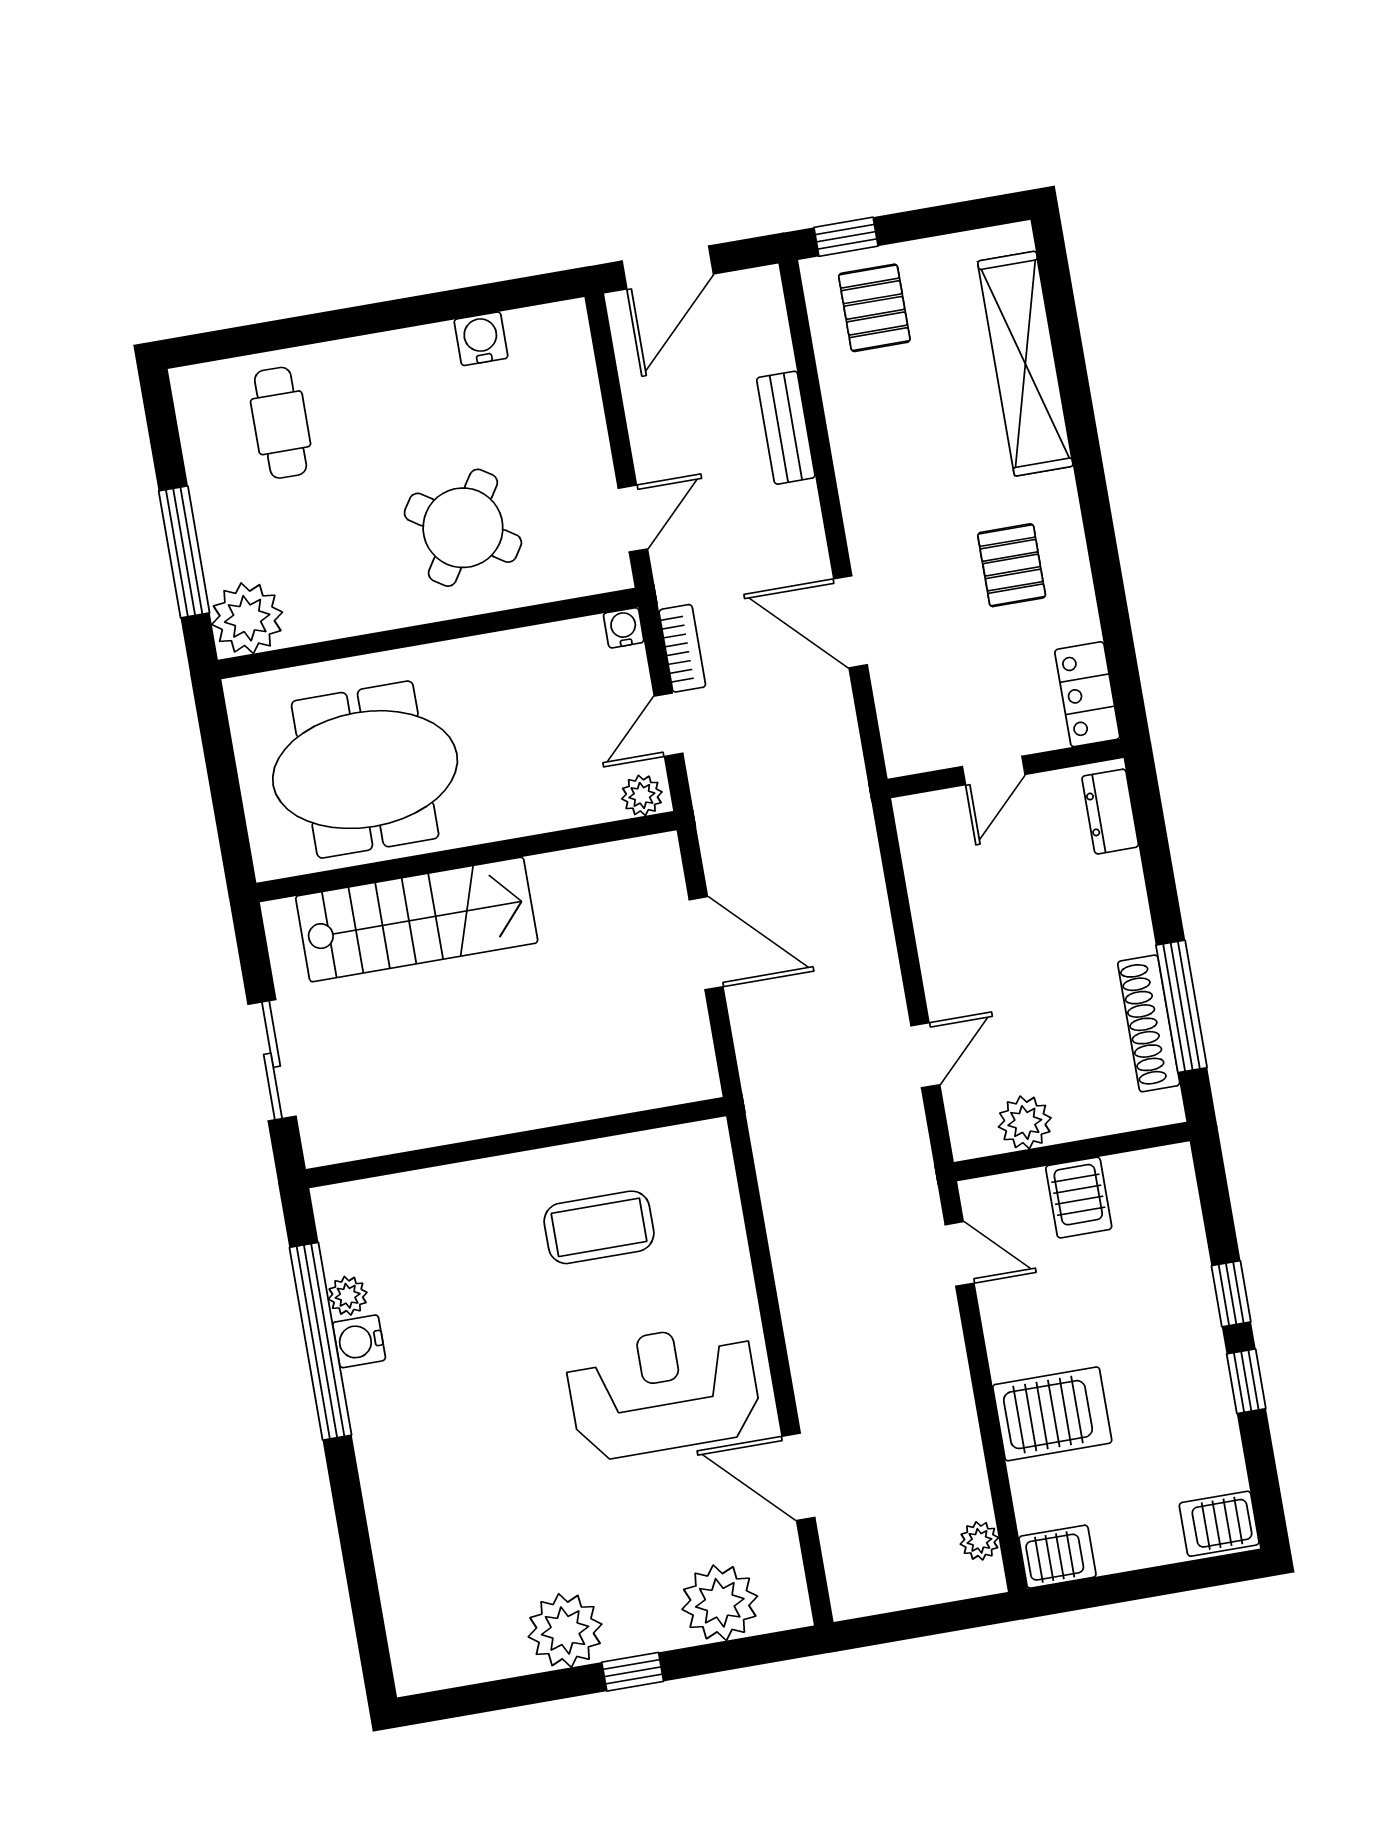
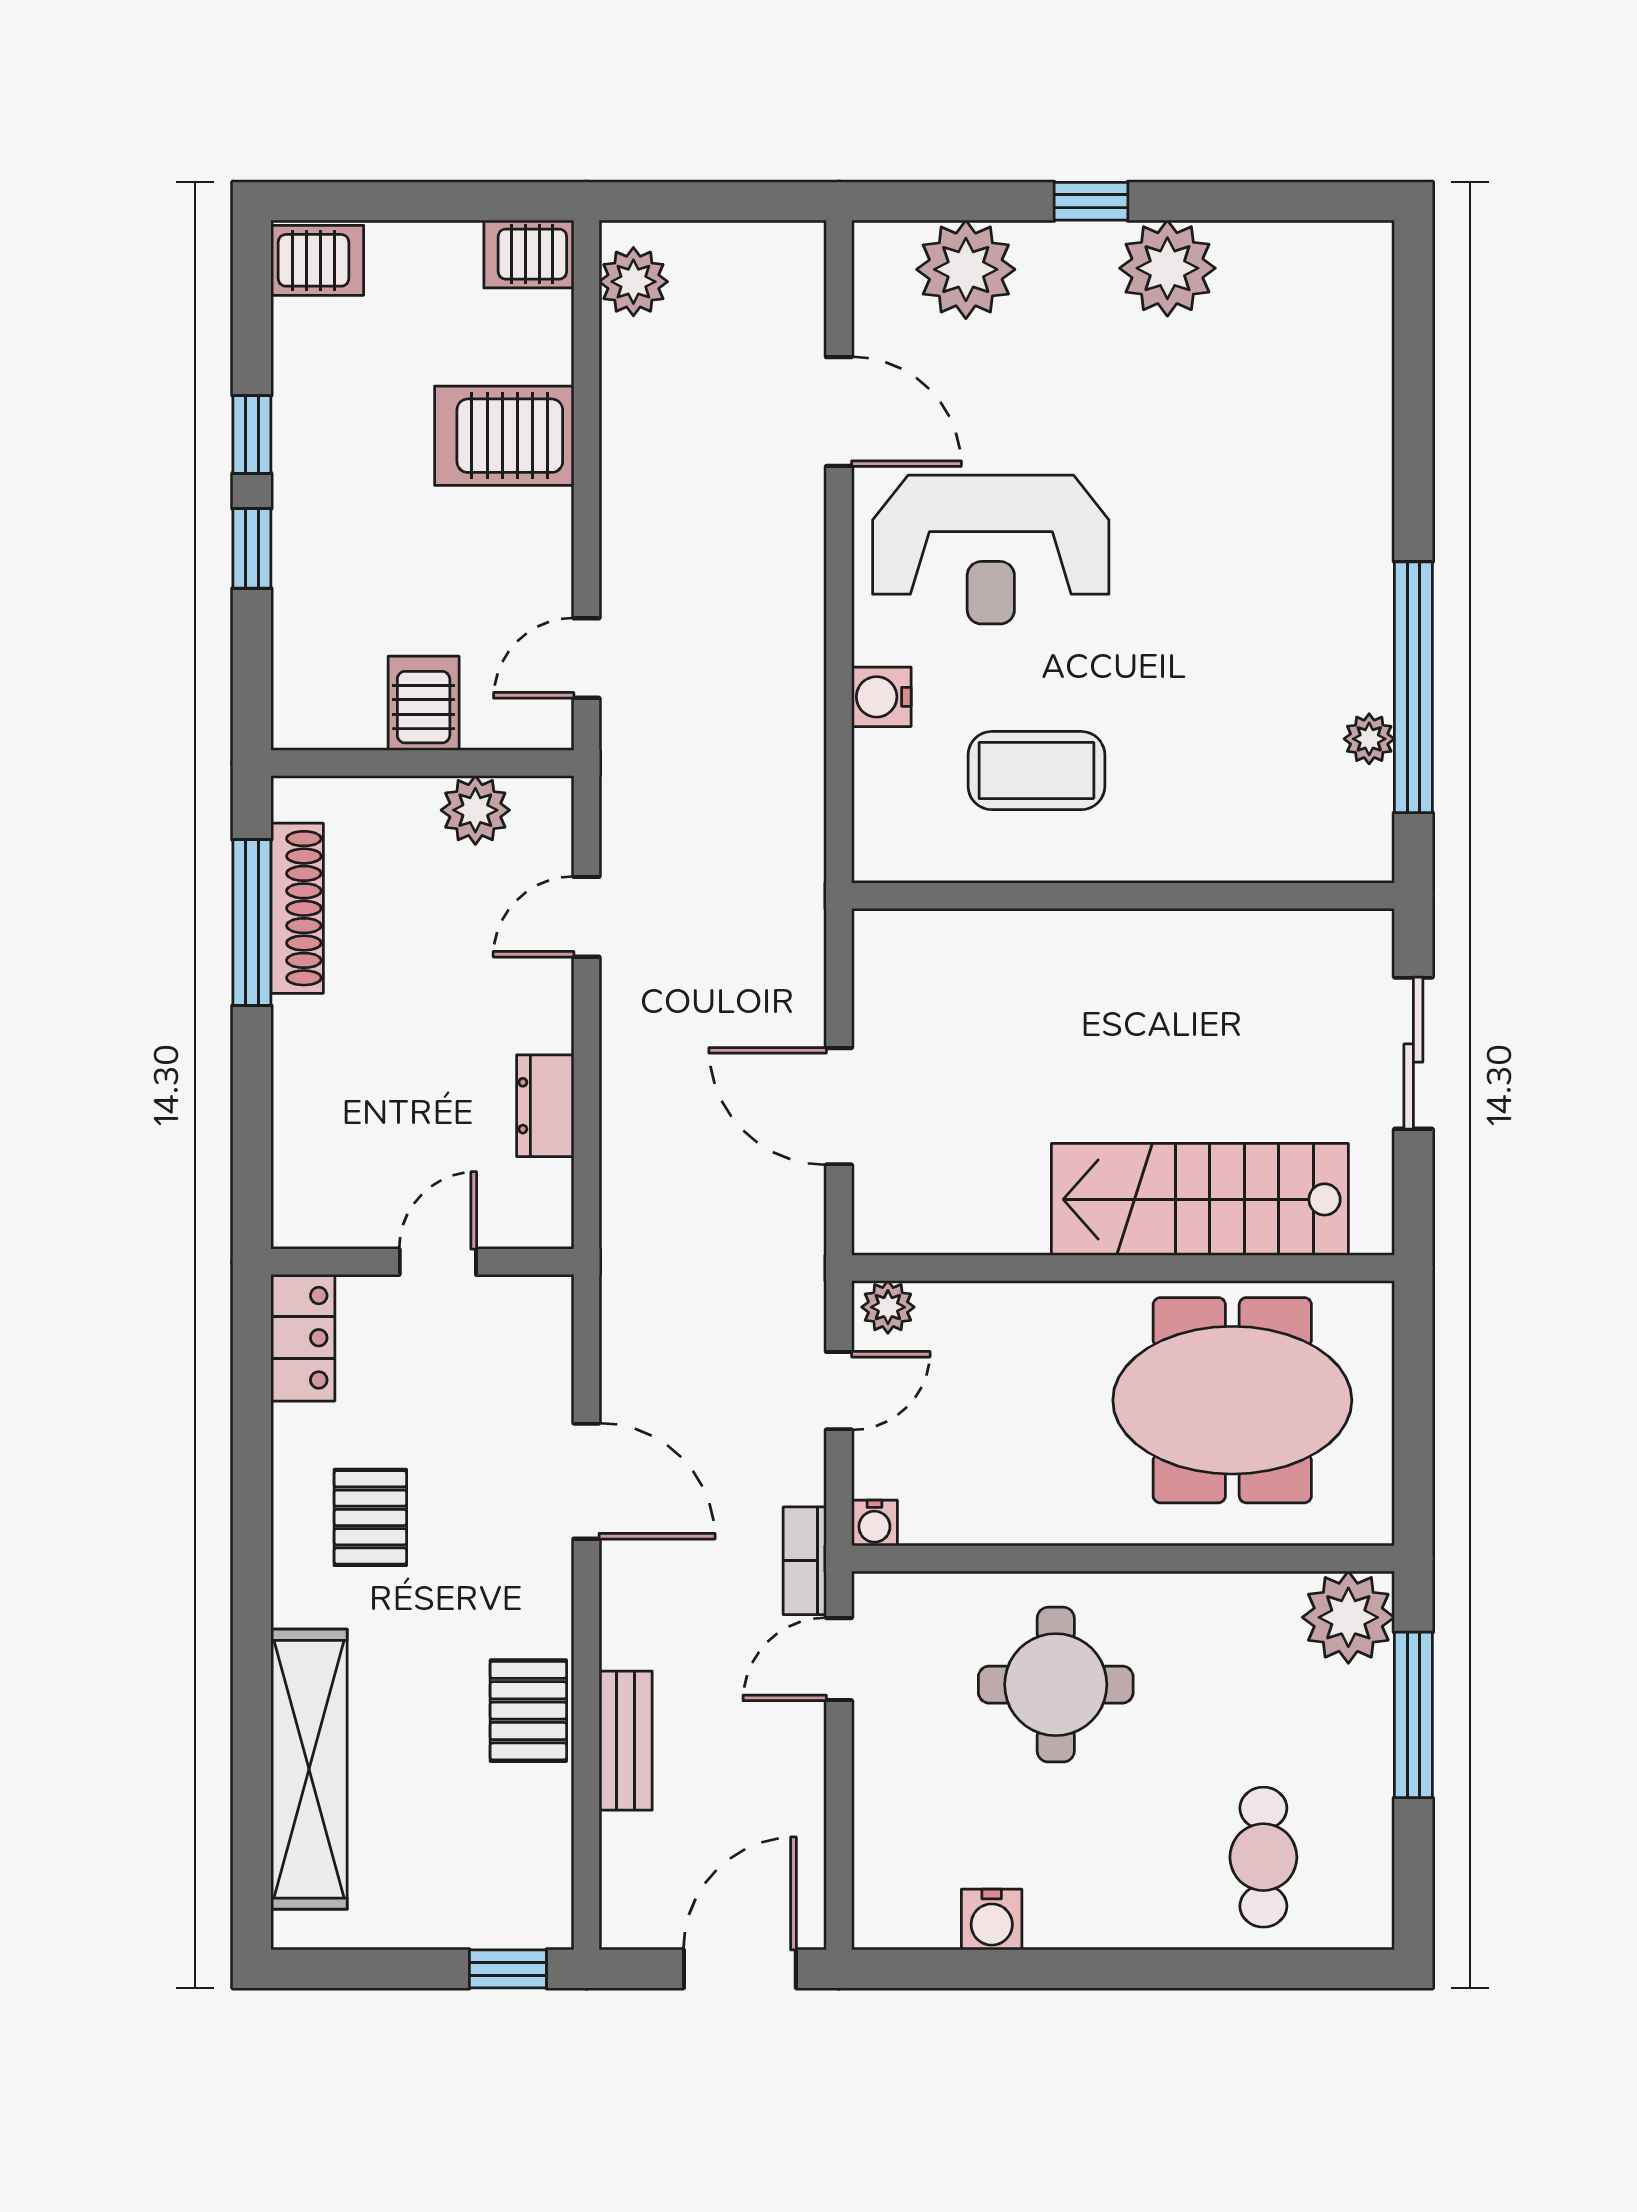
pallet: (874, 308) -> (528, 1711), moved
round table: (463, 528) -> (1056, 1685), turned -33
bookcase: (682, 648) -> (805, 1561), moved
dresser: (1110, 812) -> (545, 1106), moved, turned 180
door: (960, 1254) -> (586, 658), hinge flipped
water cooler: (359, 1341) -> (881, 697), moved, turned 180
plant: (979, 1541) -> (633, 282), width x1.38, depth x1.38

